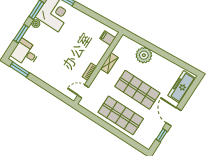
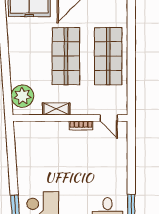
filing cabinet: (108, 38) -> (29, 130), removed
plant: (144, 55) -> (22, 96), moved

